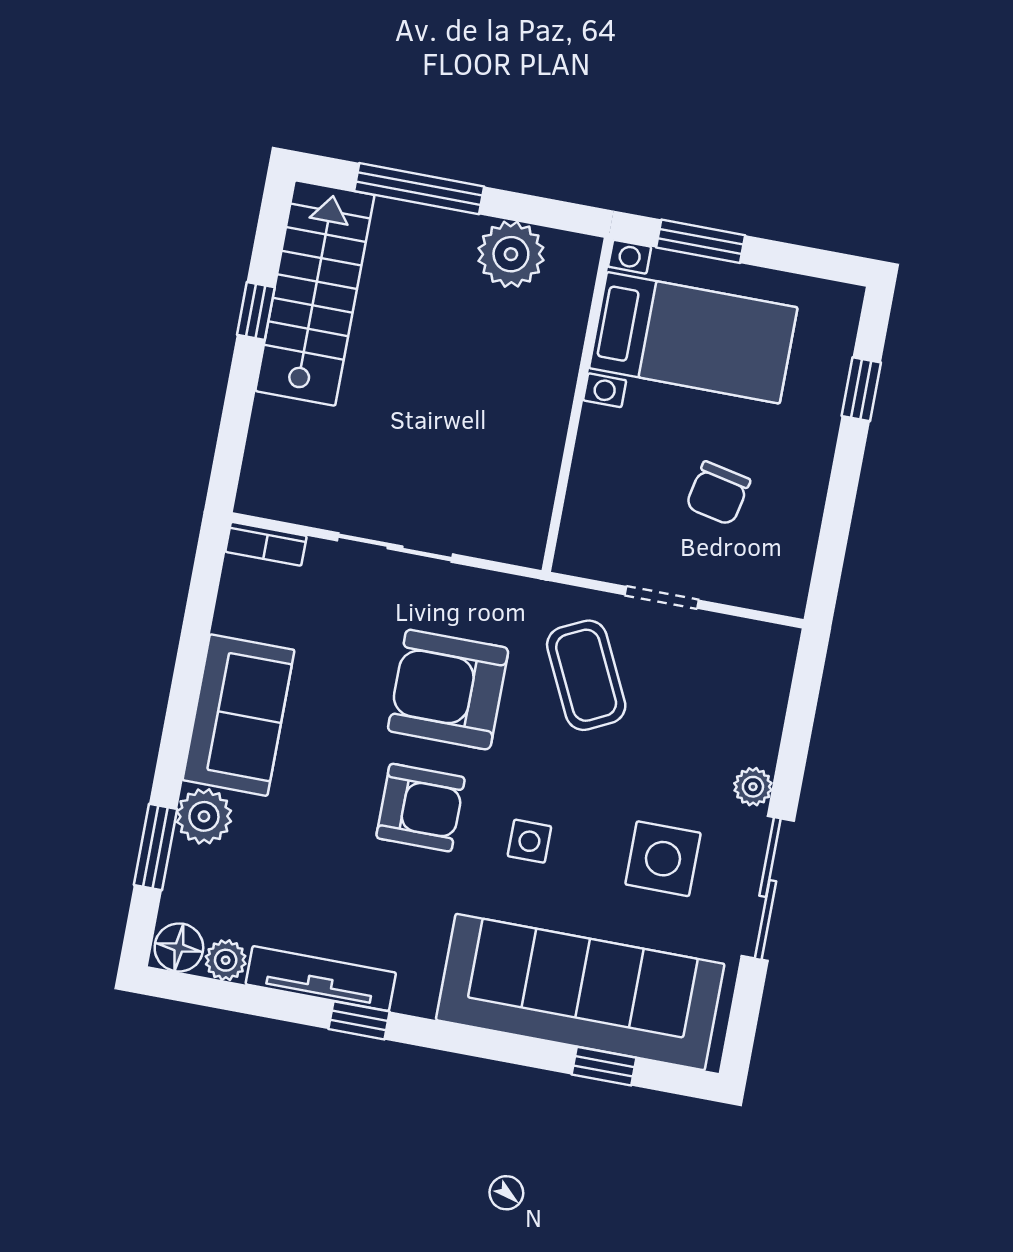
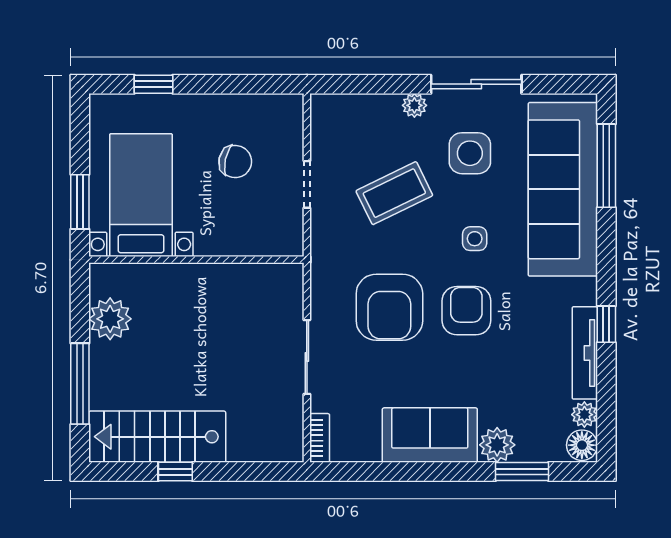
coffee table: (586, 675) -> (394, 193), moved
window: (604, 1066) -> (606, 166), width x2.17

